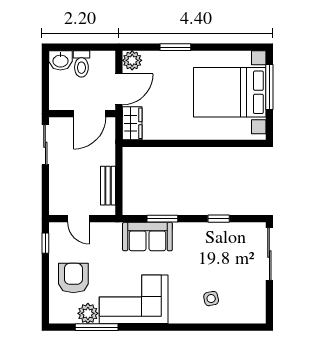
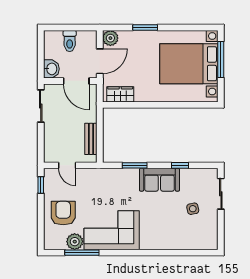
washbasin: (60, 60) -> (51, 69), moved, turned -90
door: (90, 114) -> (76, 81), hinge flipped
wardrobe: (132, 123) -> (120, 94), moved, turned -90
sofa: (147, 237) -> (159, 180), moved
sliding door: (269, 254) -> (221, 194), width x0.73
side table: (211, 299) -> (193, 209), moved

